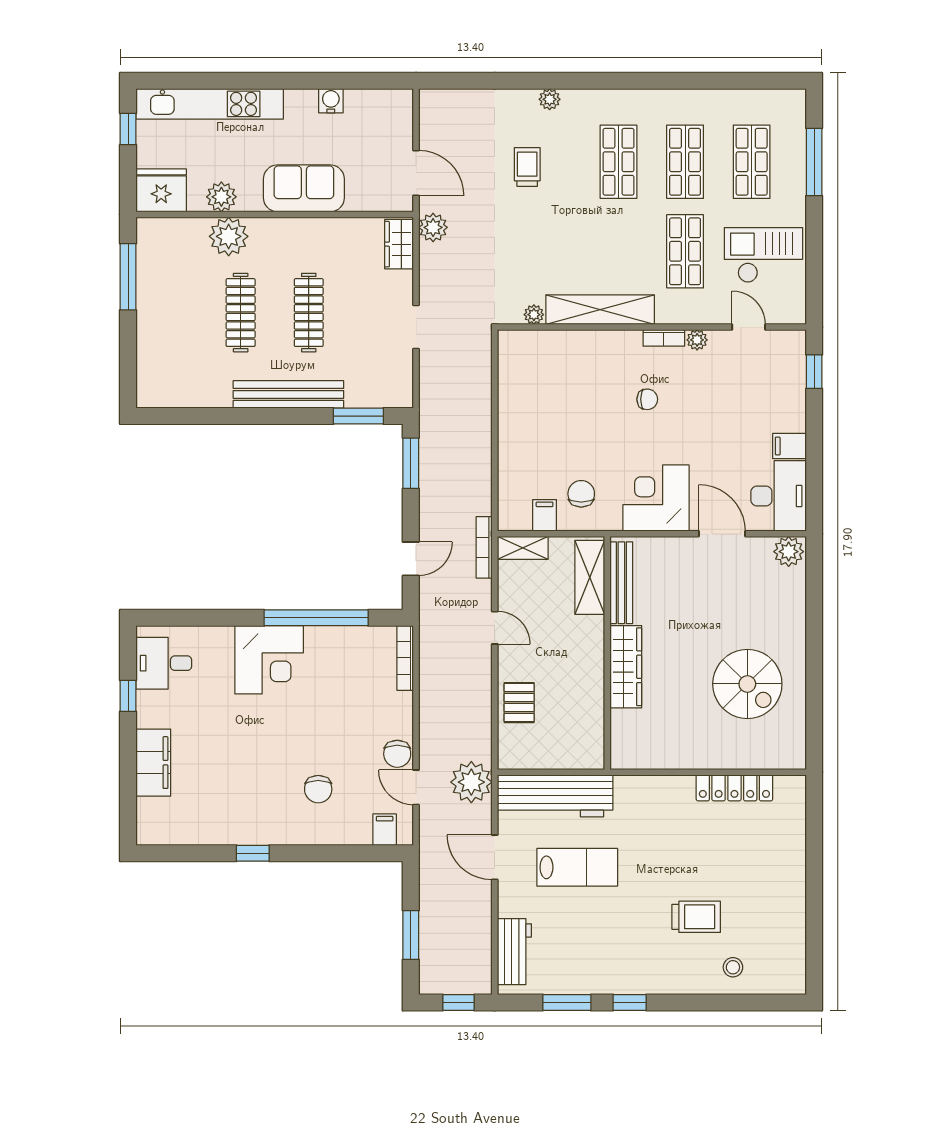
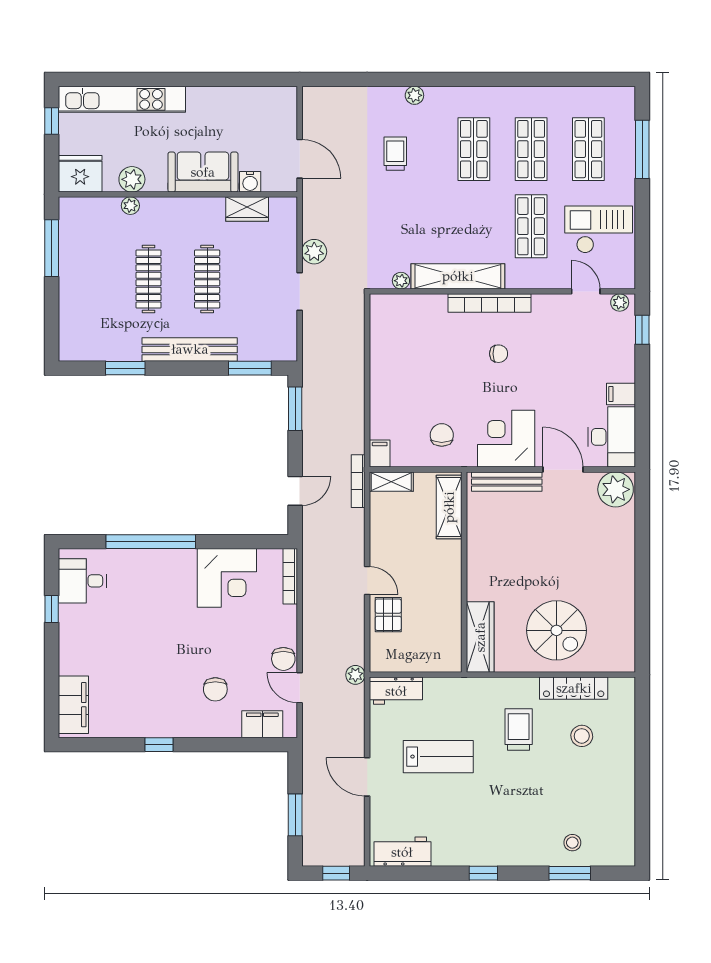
water cooler: (331, 101) -> (250, 182), moved, turned 180
plant: (433, 227) -> (314, 252), moved
plant: (229, 236) -> (130, 206), width x0.53, depth x0.53
wardrobe: (399, 244) -> (247, 209), moved, turned -90
bookcase: (664, 338) -> (489, 303), width x2.31, depth x1.31
plant: (697, 340) -> (620, 303), moved
window: (214, 416) -> (125, 368), added
filing cabinet: (545, 515) -> (380, 454), moved
plant: (789, 552) -> (616, 489), width x1.36, depth x1.36
bench: (621, 583) -> (507, 482), moved, turned 90
window: (316, 618) -> (151, 542), moved
door: (495, 628) -> (367, 581), moved
corner desk: (269, 660) -> (227, 578), moved
wardrobe: (626, 667) -> (480, 637), moved
spiral stairs: (747, 684) -> (557, 630), moved
filing cabinet: (153, 763) -> (73, 705), moved
plant: (471, 782) -> (355, 675), width x0.53, depth x0.53
workbench: (555, 796) -> (396, 691), width x0.53, depth x0.76
filing cabinet: (385, 830) -> (262, 724), width x2.00
stool: (744, 843) -> (582, 736), added
door: (495, 857) -> (367, 777), moved
trolley: (696, 917) -> (519, 730), moved, turned -90
workbench: (514, 952) -> (402, 852), moved, turned -90
window: (567, 1003) -> (570, 873), moved

